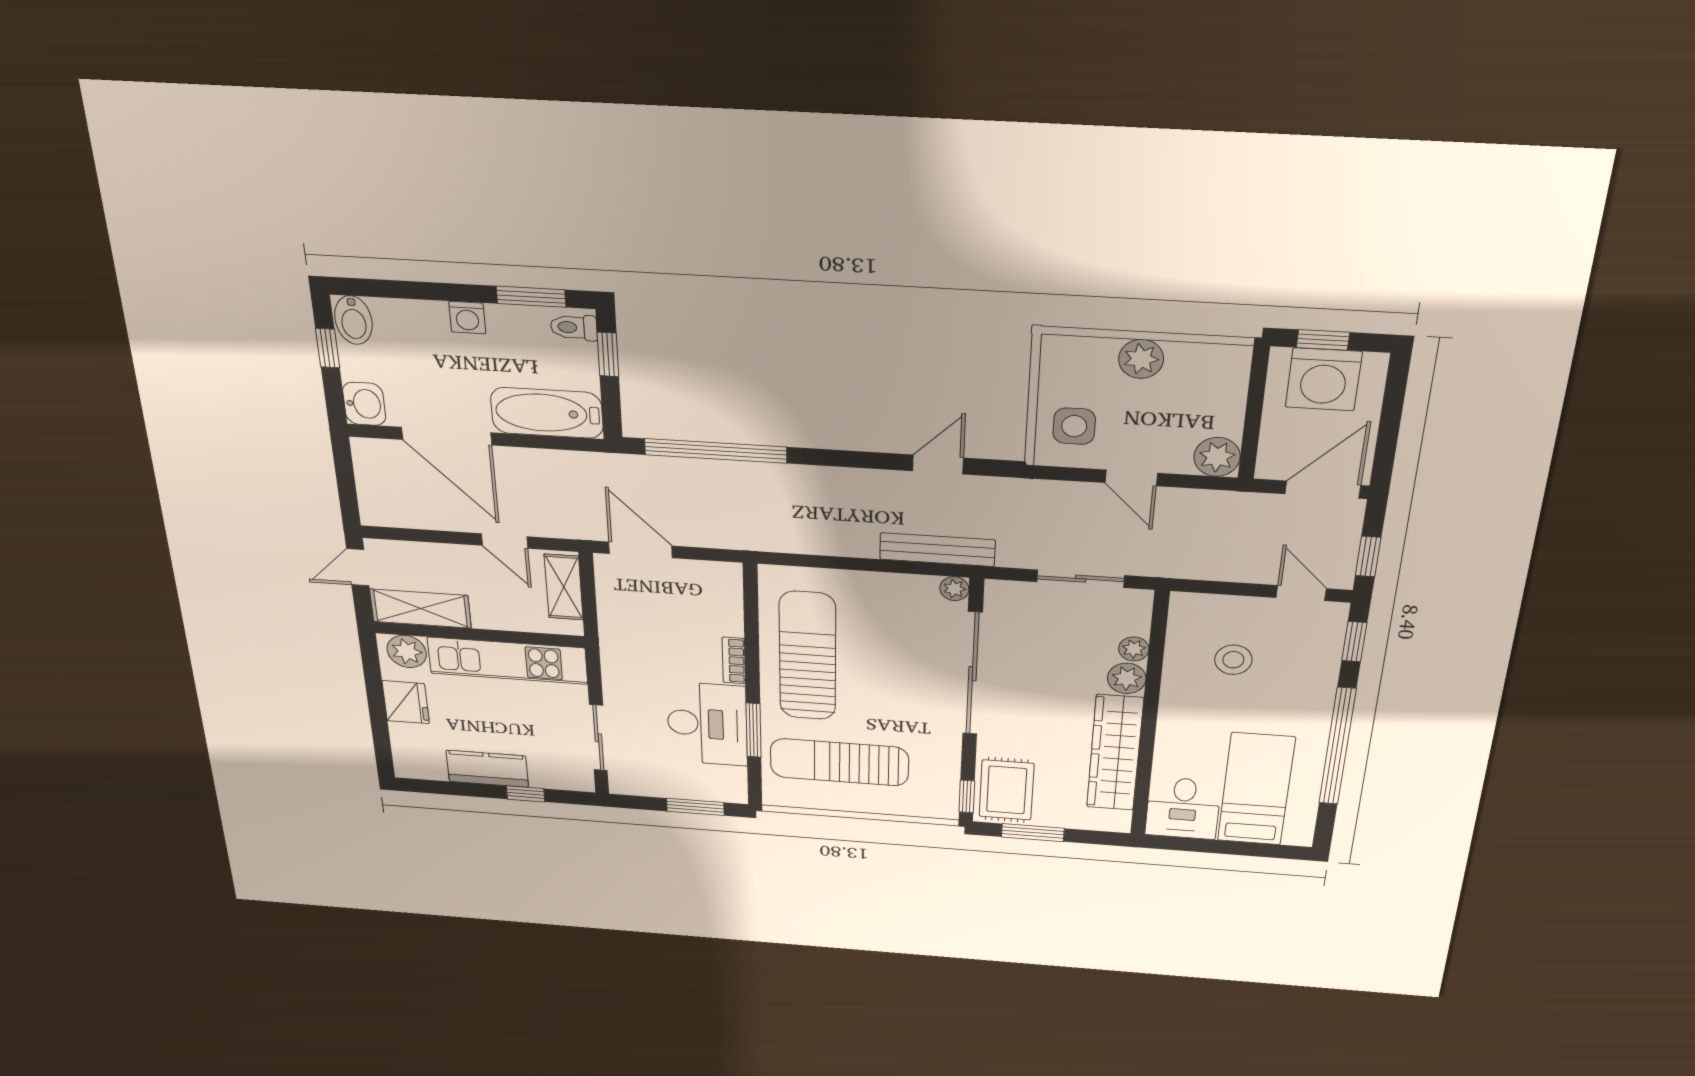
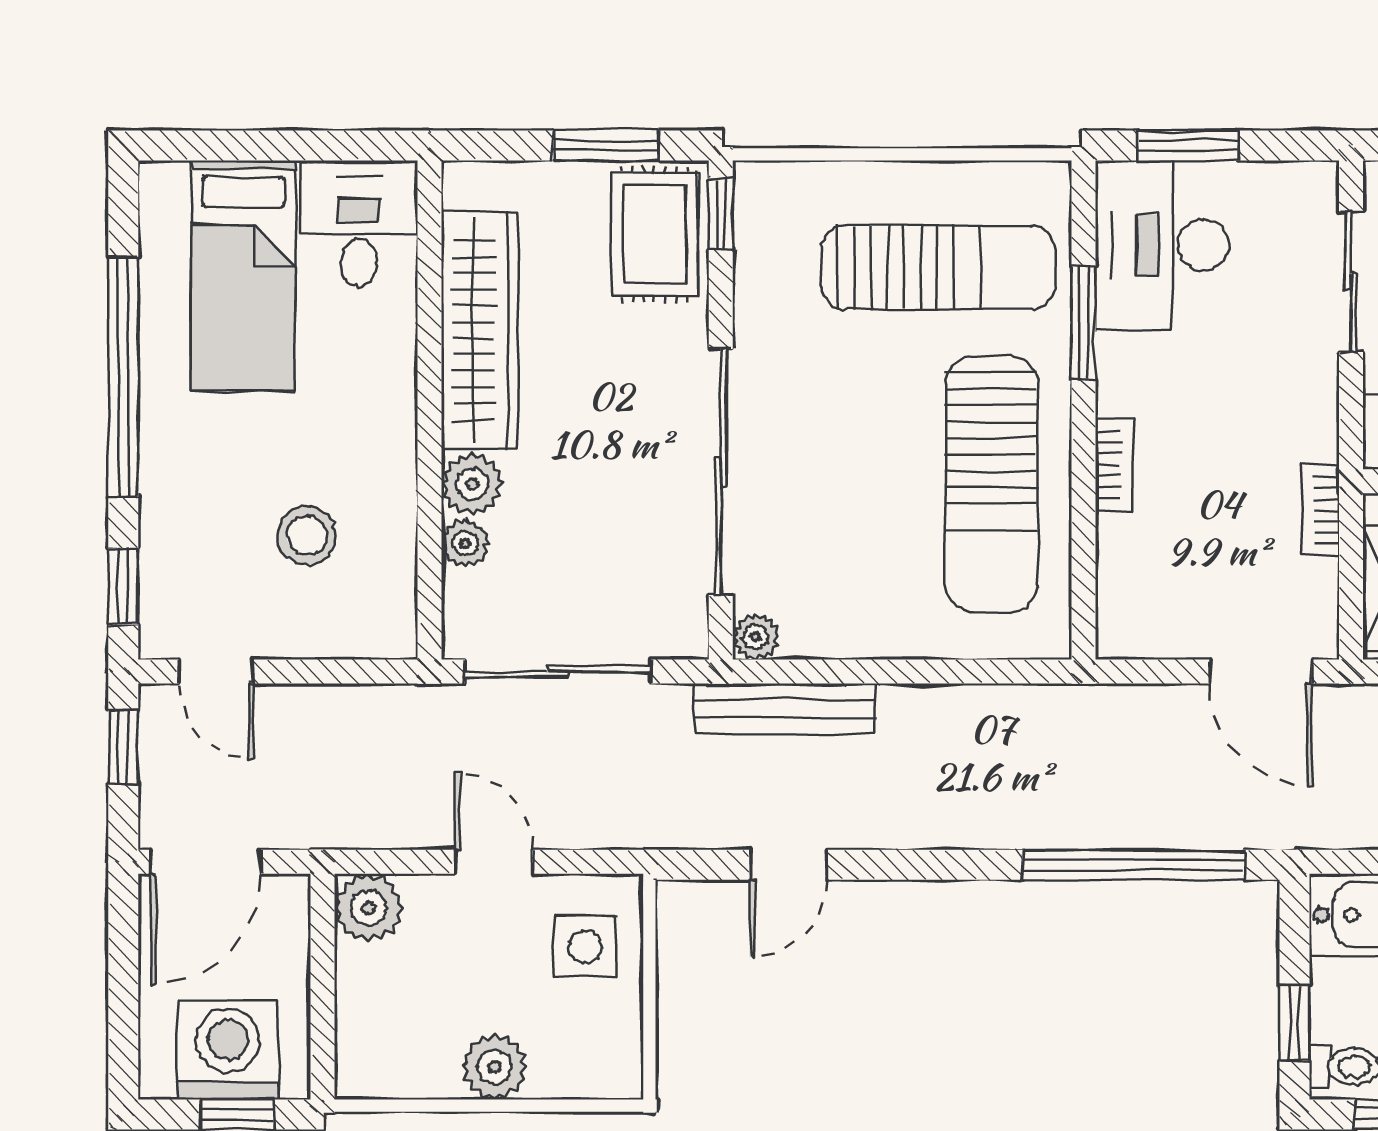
sliding door: (1081, 579) -> (558, 672), width x1.37
bookcase: (609, 629) -> (1321, 510), added
desk: (707, 724) -> (1162, 245), moved

